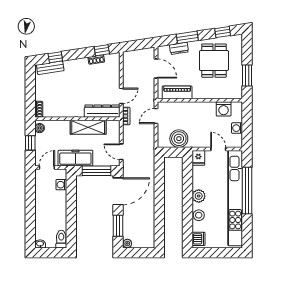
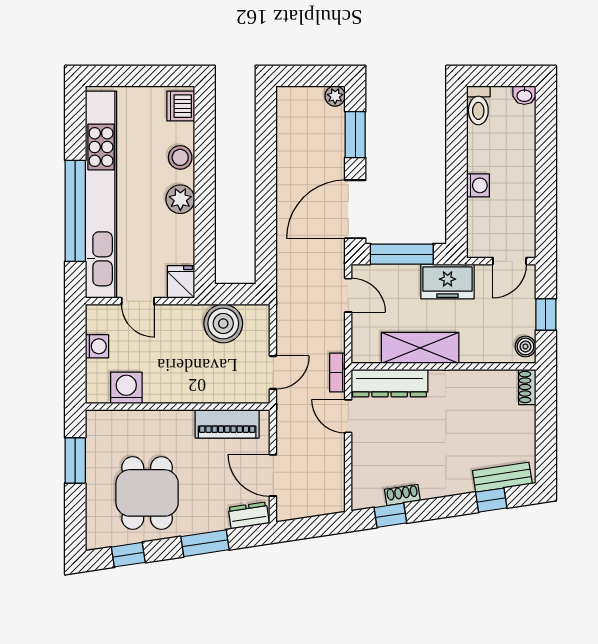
dresser: (179, 48) -> (249, 515), moved
door: (121, 96) -> (348, 416), hinge flipped
freezer: (75, 158) -> (448, 281), width x0.71
washing machine: (61, 185) -> (478, 185), moved

